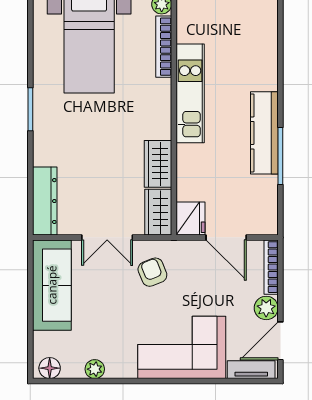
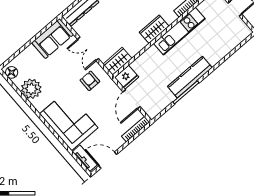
wardrobe: (158, 164) -> (154, 29), moved
armchair: (152, 272) -> (90, 81), turned -68
sofa: (52, 285) -> (53, 39), width x0.73
plant: (266, 308) -> (116, 142), removed
plant: (95, 369) -> (31, 89), width x1.87, depth x1.87

